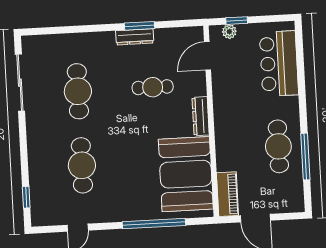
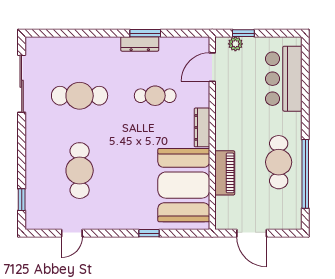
cafe table: (78, 91) -> (80, 96), turned 90
window: (305, 157) -> (305, 174), width x1.46
piano: (227, 194) -> (225, 173), moved
window: (154, 224) -> (149, 233), width x0.32

